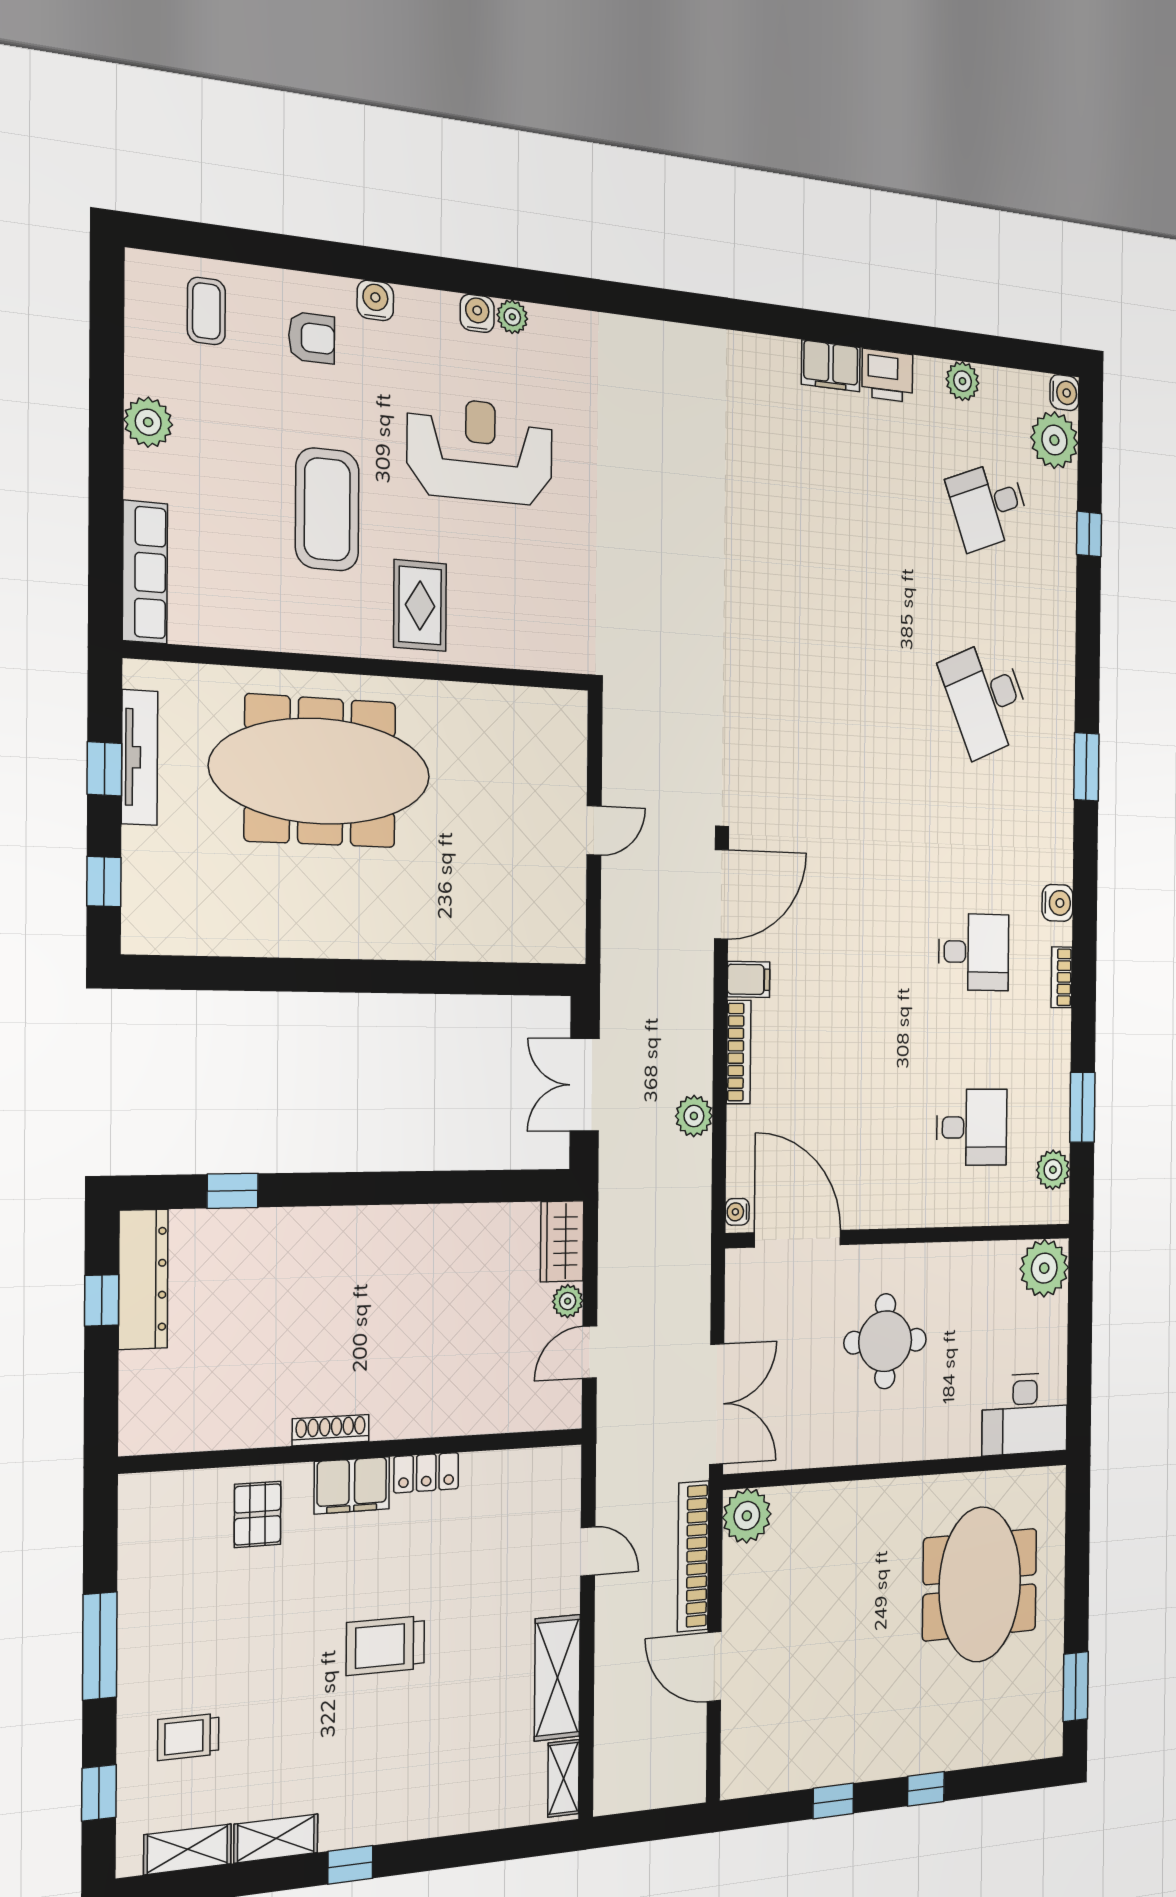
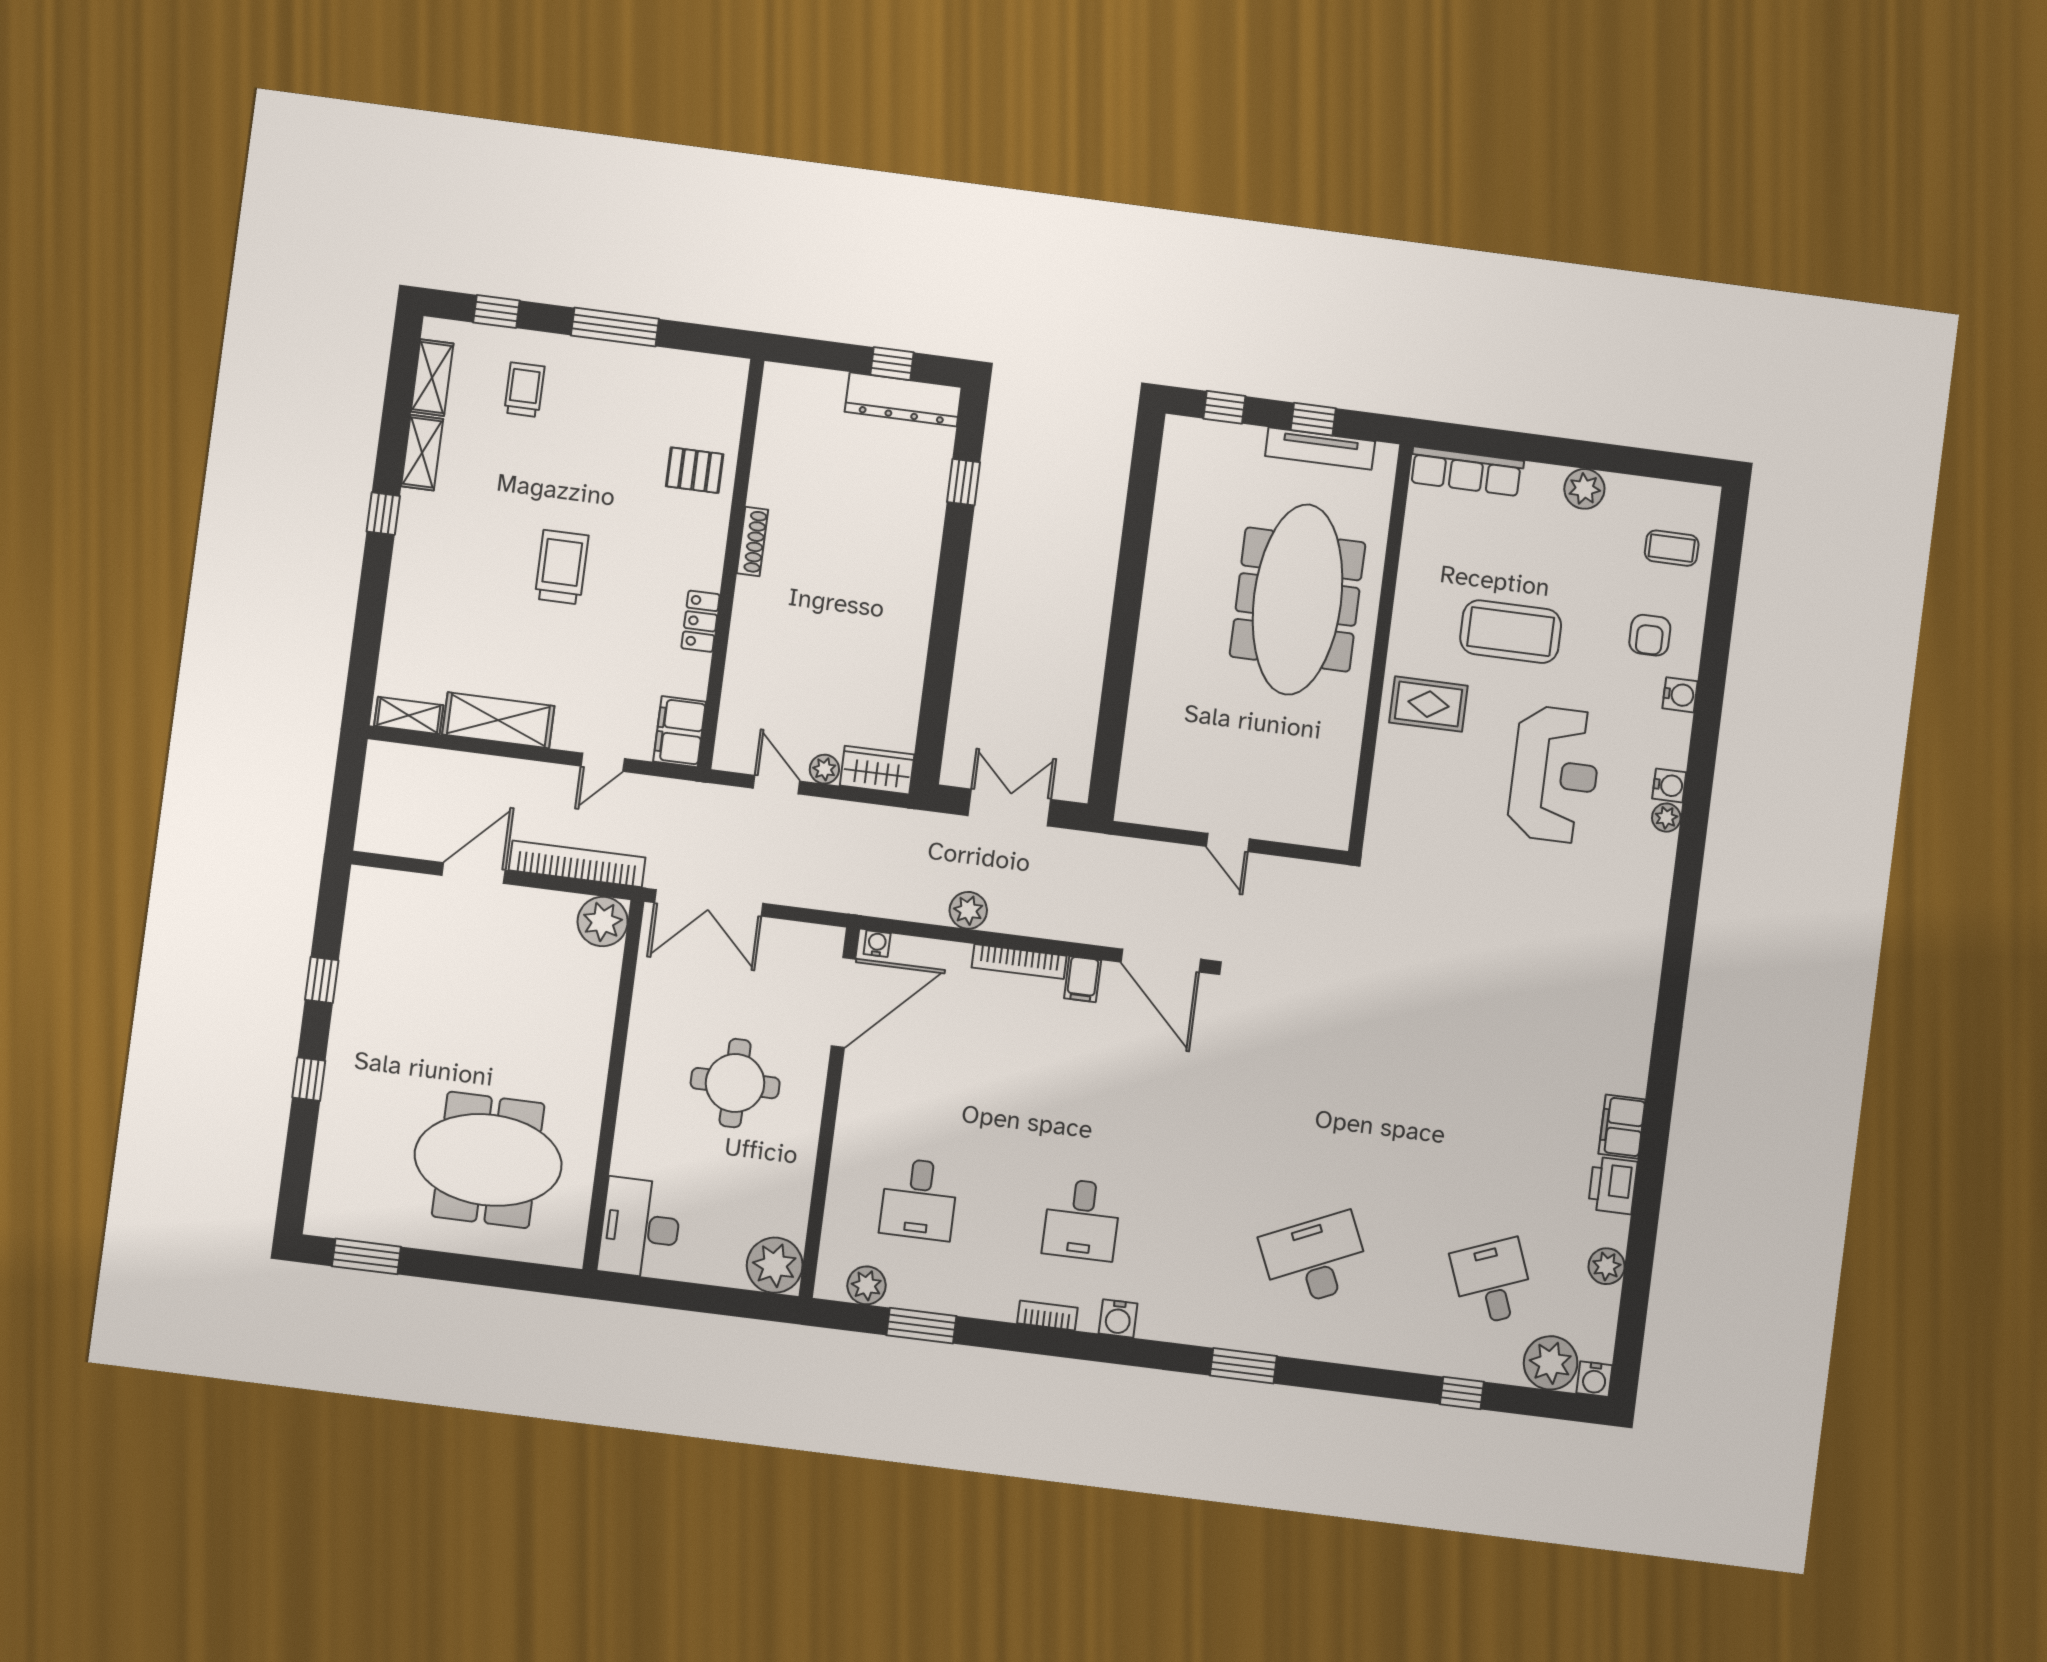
filing cabinet: (352, 1485) -> (680, 732), moved

